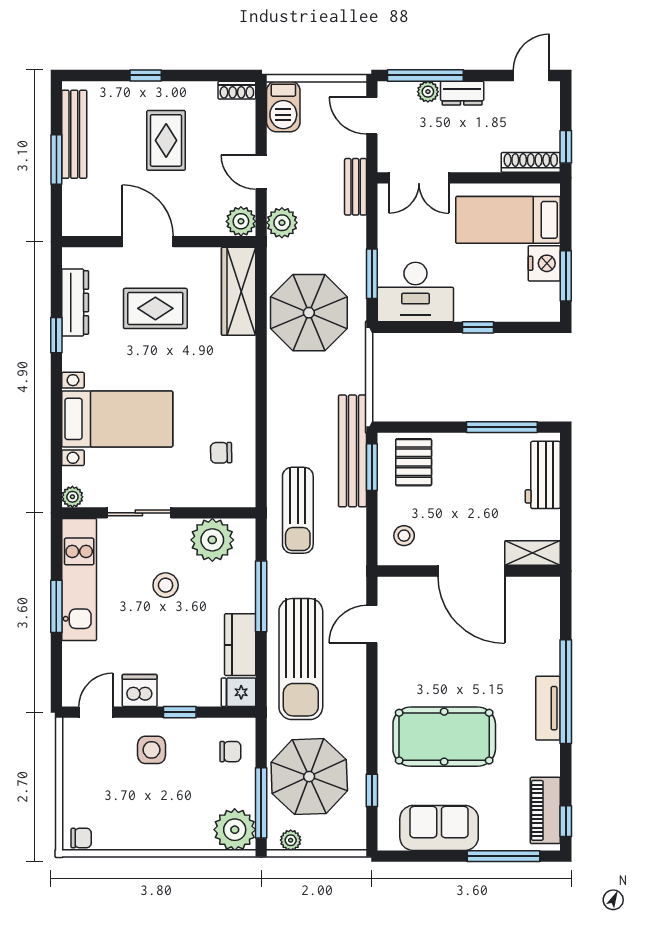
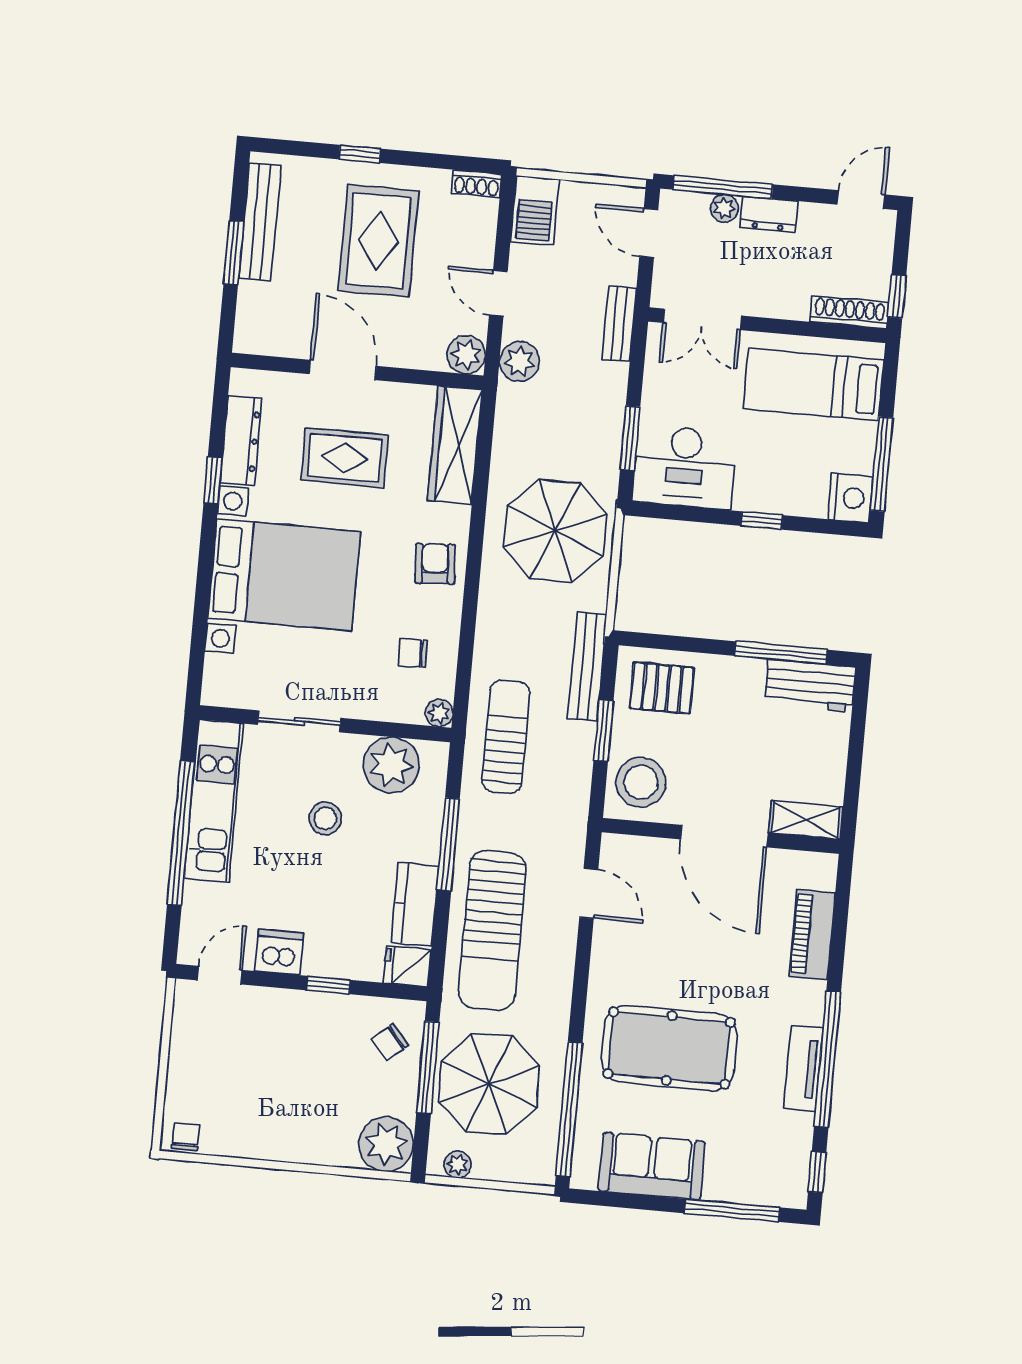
rug: (166, 140) -> (378, 241), width x1.36, depth x1.43
nightstand: (544, 263) -> (850, 498), moved
window: (566, 276) -> (882, 464), width x1.44
parasol: (309, 313) -> (555, 531), moved
armchair: (232, 383) -> (435, 564), added
bed with nightstands: (117, 419) -> (284, 575), width x1.36
bench: (352, 451) -> (587, 666), width x0.73, depth x0.82
pallet: (414, 462) -> (662, 688), turned 90
window: (372, 467) -> (604, 730), moved
workbench: (543, 475) -> (810, 685), moved, turned -90
plant: (72, 497) -> (439, 713), moved
sun lounger: (298, 510) -> (506, 737), turned 180
stool: (404, 536) -> (641, 782), width x1.89, depth x1.89
window: (56, 606) -> (181, 833), width x2.11
door: (372, 624) -> (589, 894), swing flipped
window: (566, 692) -> (827, 1059), moved
tv unit: (548, 708) -> (803, 1068), moved
side table: (152, 750) -> (288, 1031), removed
chair: (230, 752) -> (390, 1042), turned 139
window: (372, 790) -> (569, 1109), width x3.17
window: (261, 803) -> (428, 1067), moved
piano: (545, 810) -> (812, 935), moved
chair: (81, 838) -> (186, 1137), turned -90

